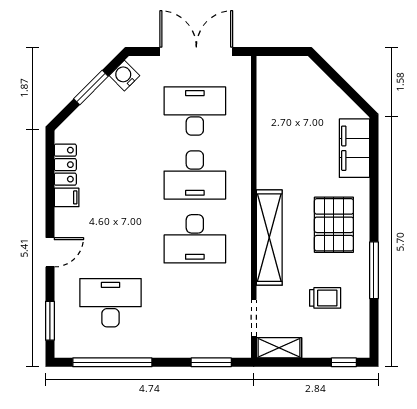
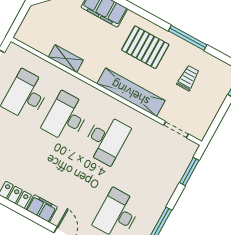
desk: (195, 175) -> (66, 117), turned 180
filing cabinet: (67, 197) -> (42, 209), width x2.00
shelving: (279, 348) -> (66, 59), moved, turned 90

